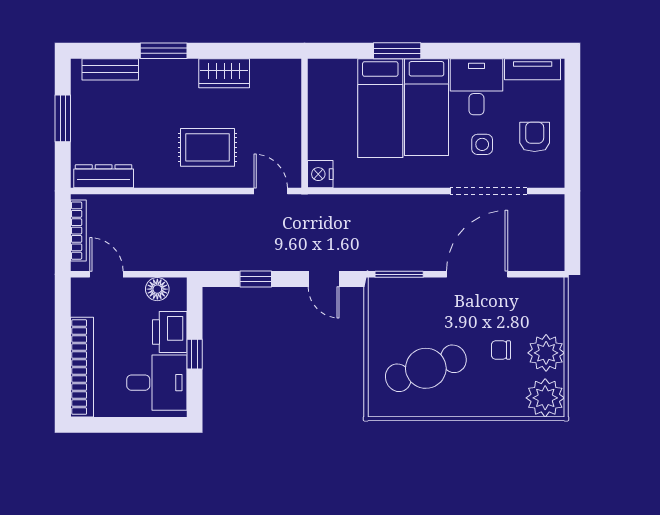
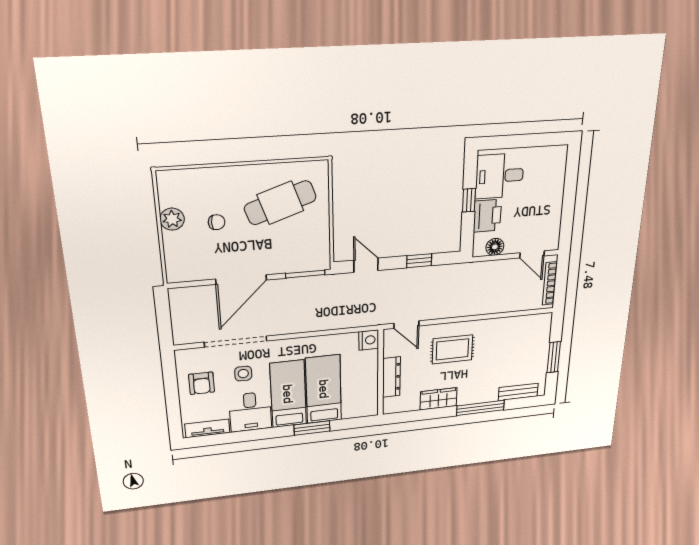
window: (164, 51) -> (480, 408), width x1.44
dresser: (104, 176) -> (391, 377), moved, turned -90
plant: (546, 353) -> (172, 219), width x0.73, depth x0.73
bookcase: (82, 367) -> (556, 184), removed
plant: (545, 398) -> (174, 186), removed

